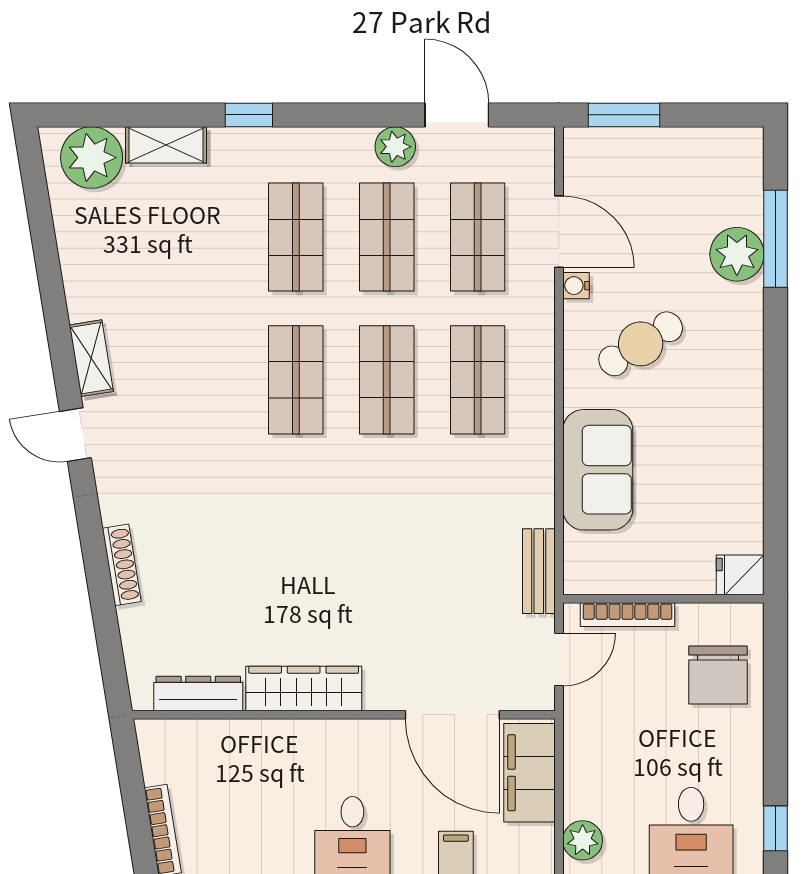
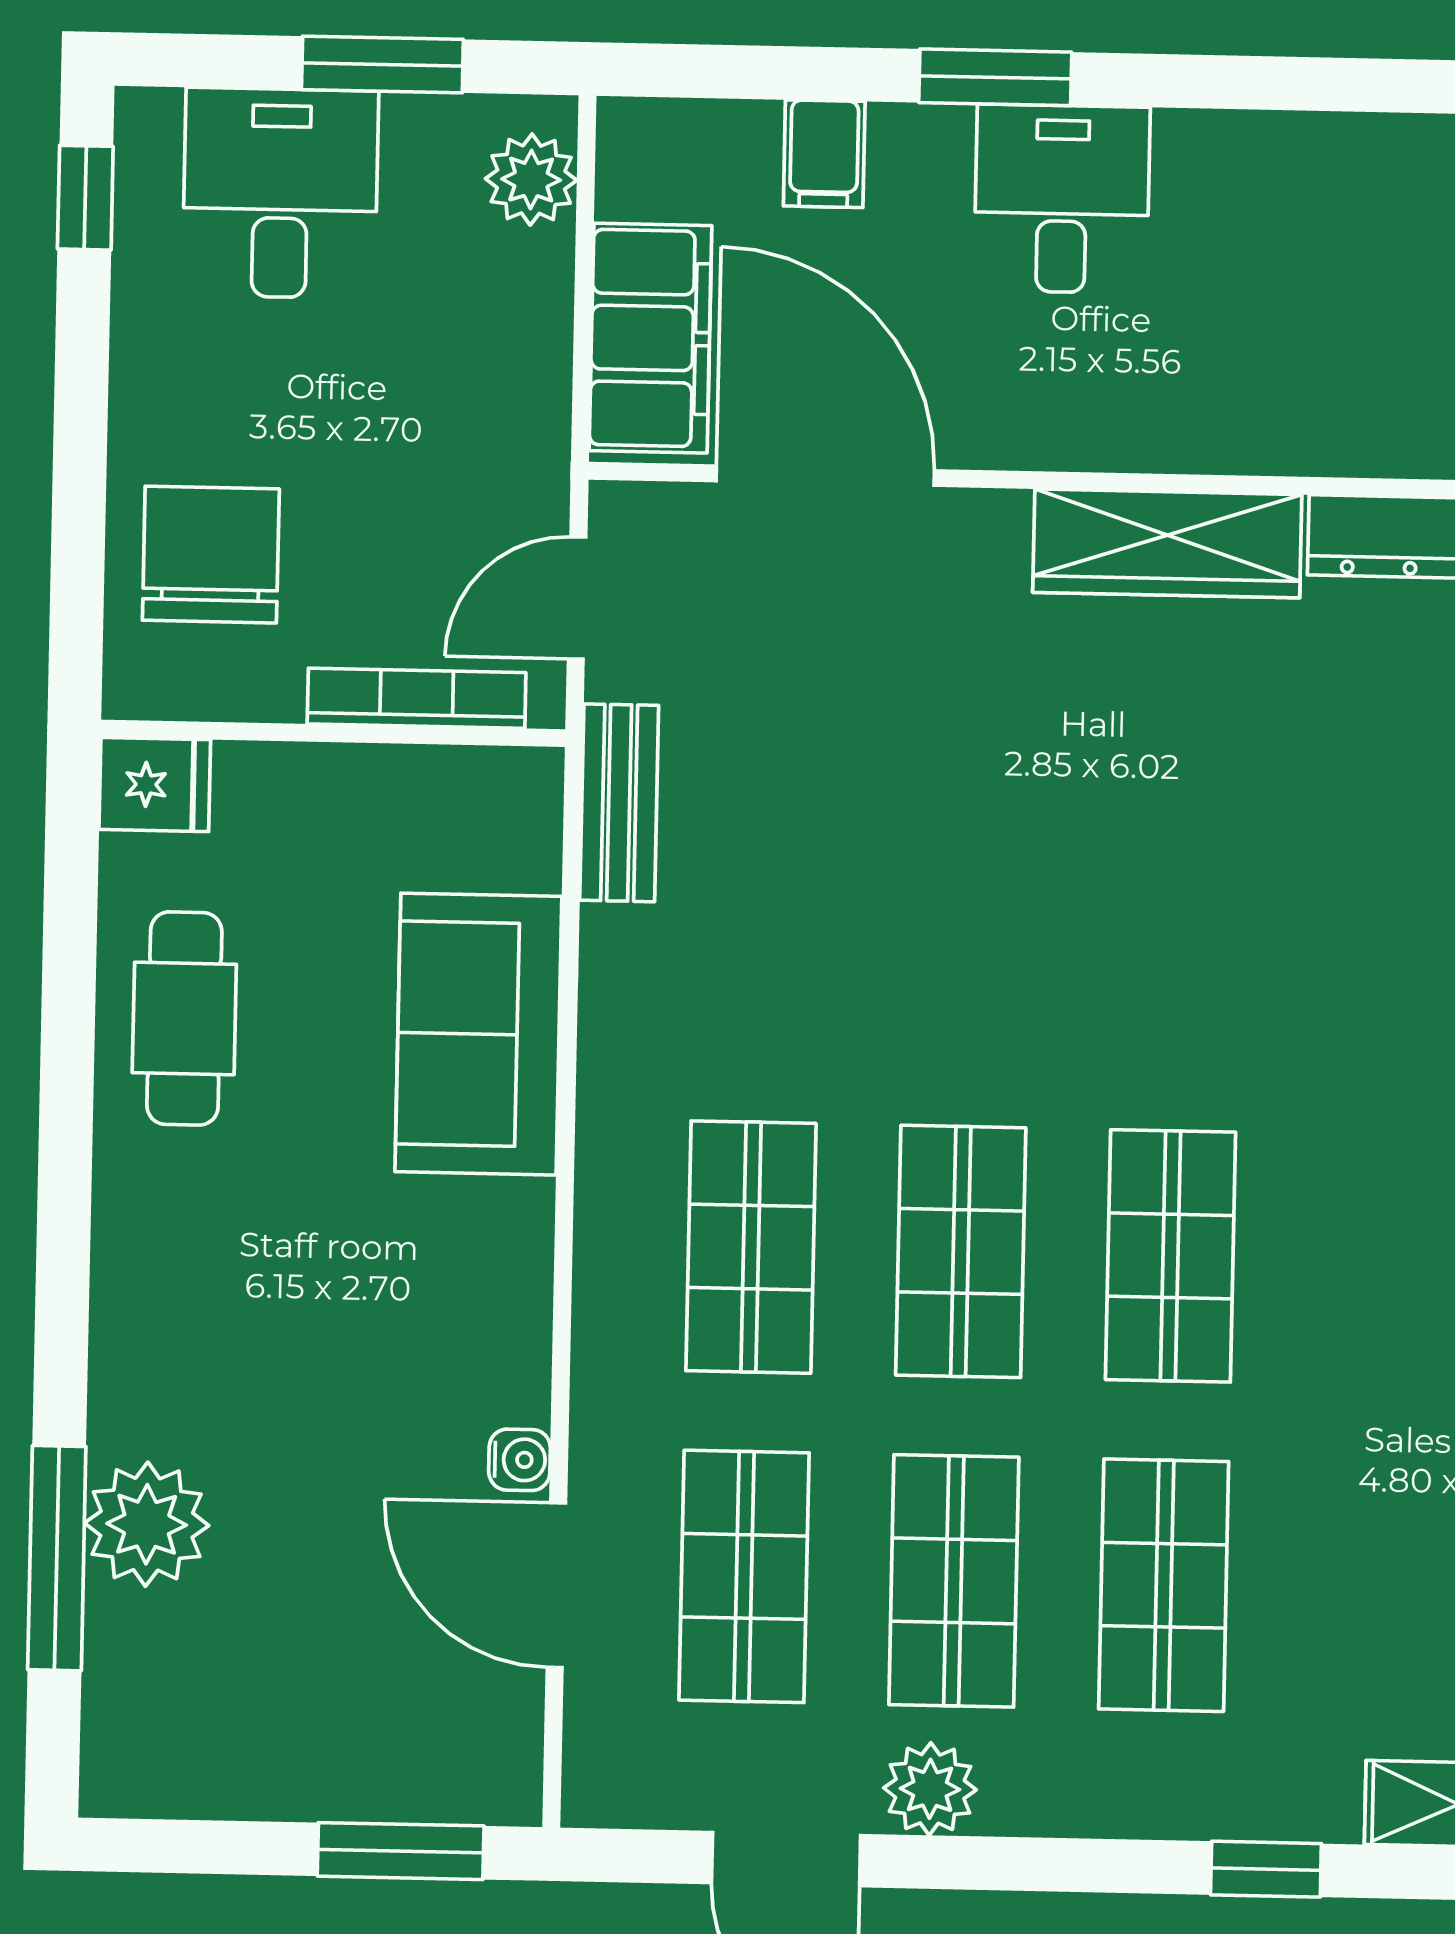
cafe table: (641, 344) -> (184, 1018), moved, turned -58

